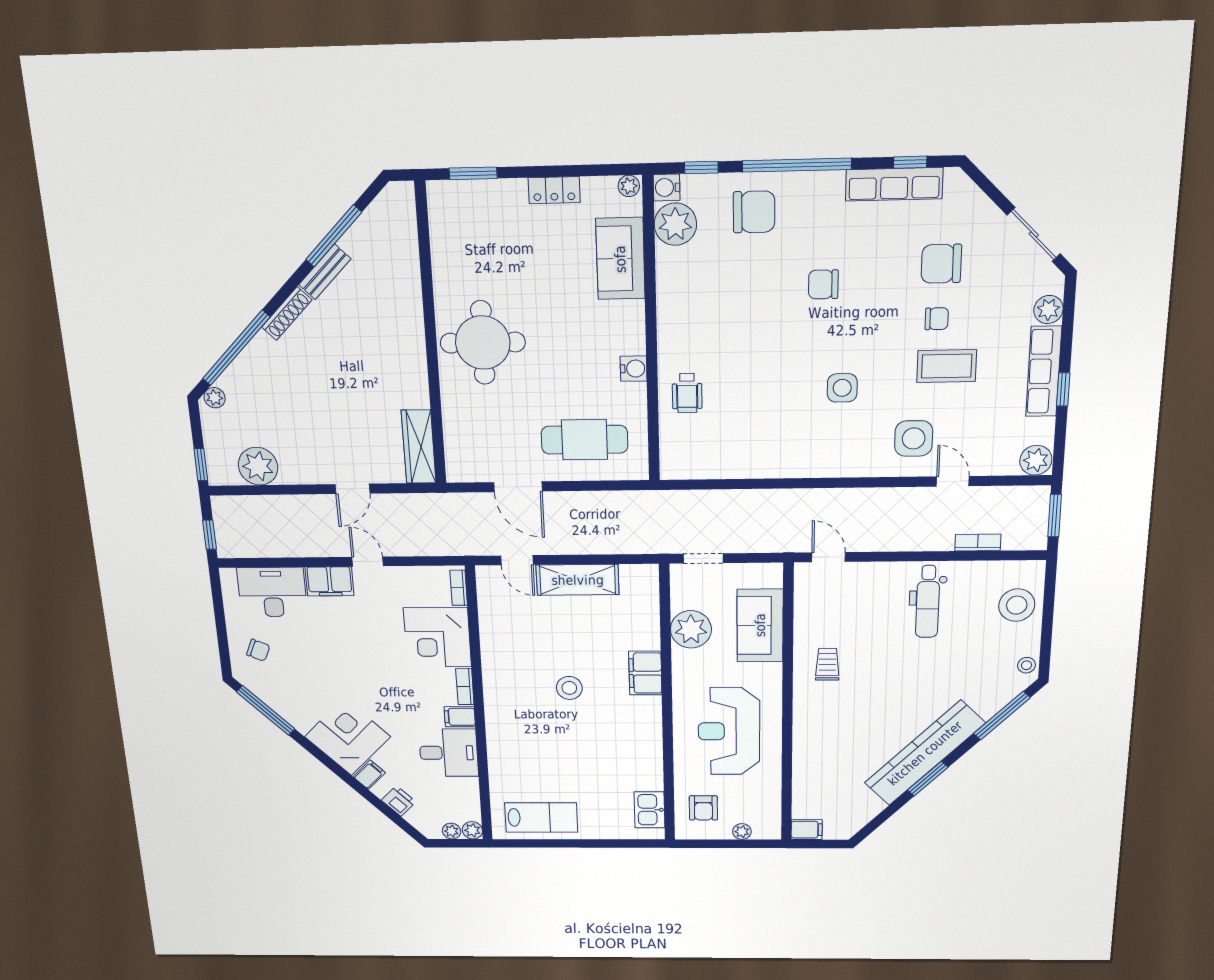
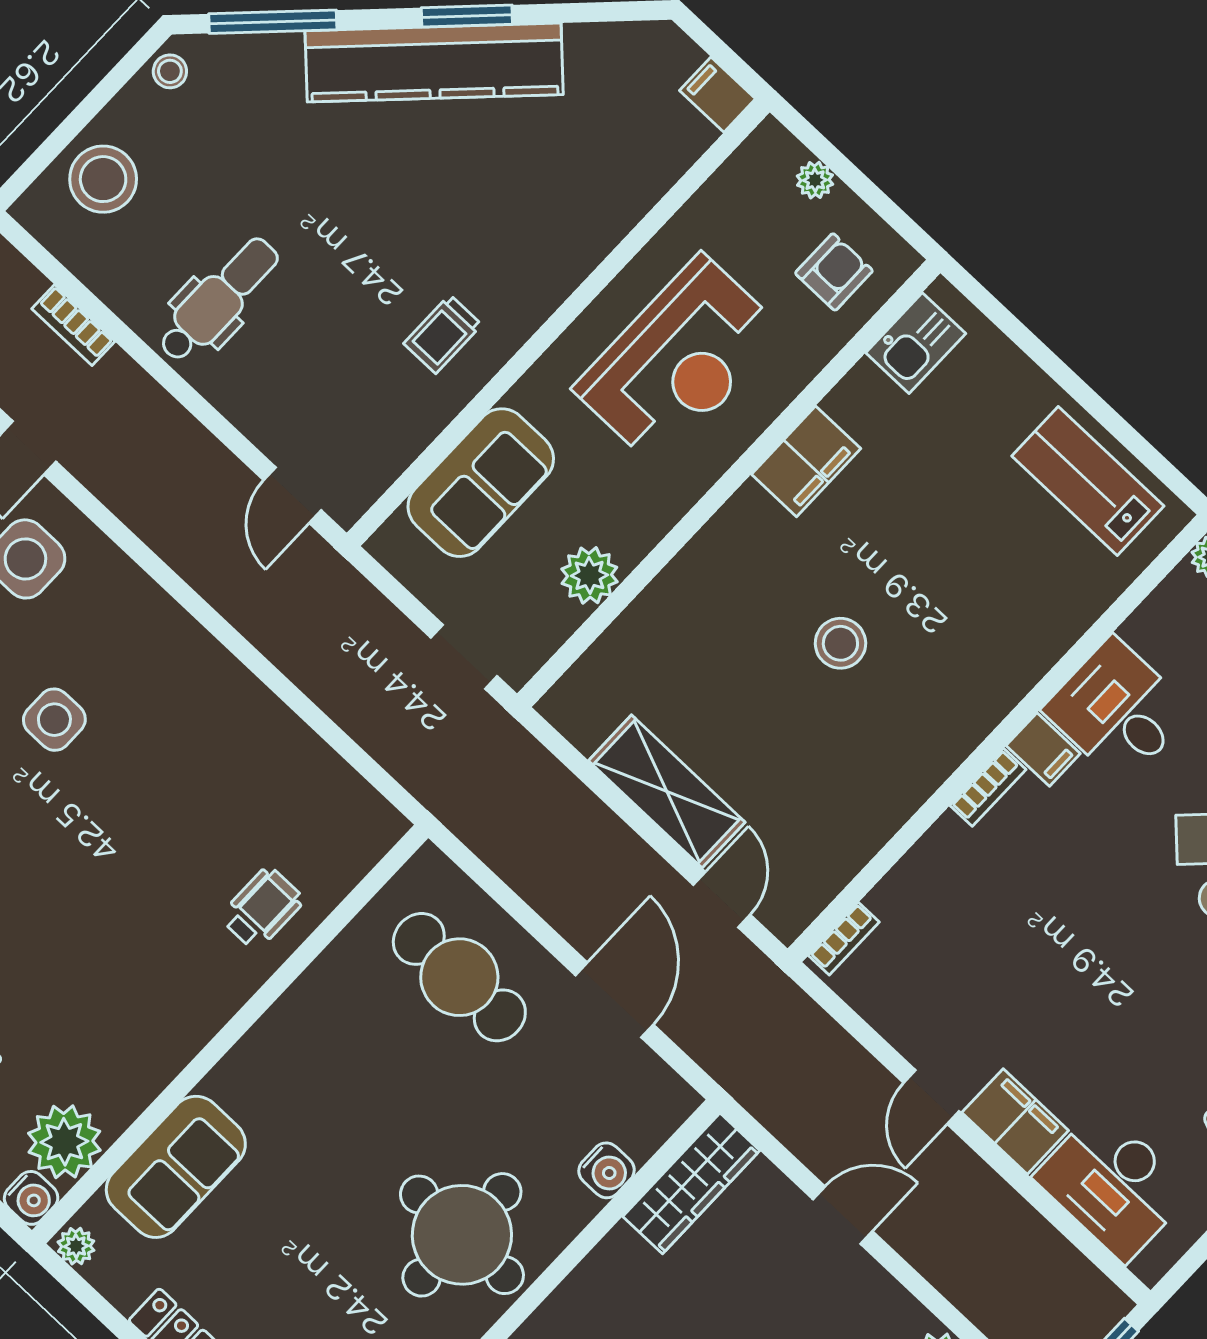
water cooler: (634, 369) -> (606, 1170), moved, turned 180
plant: (691, 629) -> (589, 575), width x0.73, depth x0.73
corner desk: (437, 637) -> (950, 897), removed
filing cabinet: (645, 673) -> (806, 461), moved

